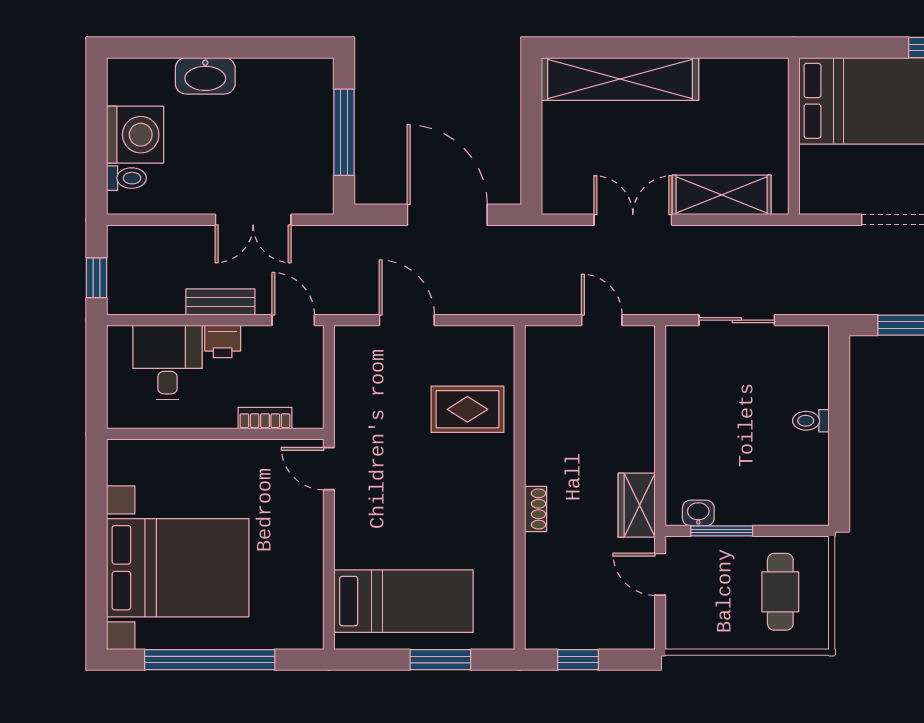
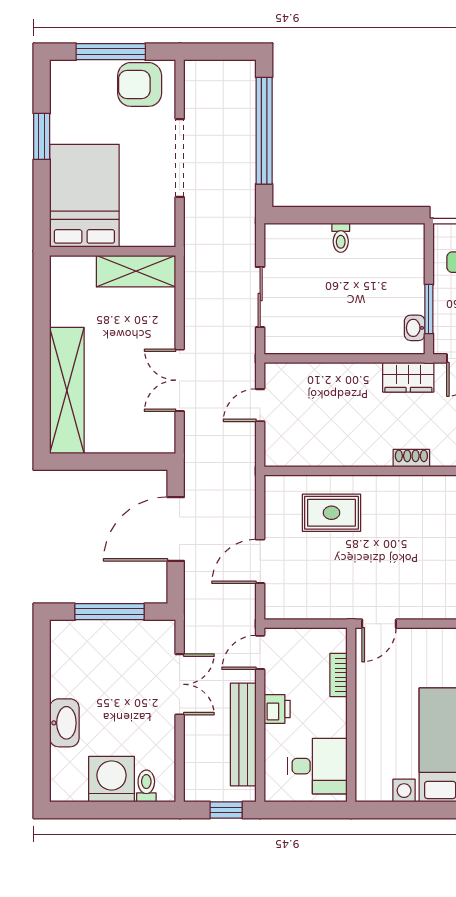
shelving: (722, 195) -> (136, 271), moved, turned 90
bench: (220, 302) -> (243, 735), width x1.86, depth x1.21
desk: (167, 362) -> (317, 766), moved, turned 180
rug: (467, 409) -> (332, 513), turned 90

